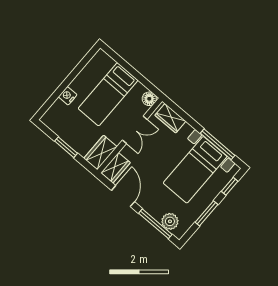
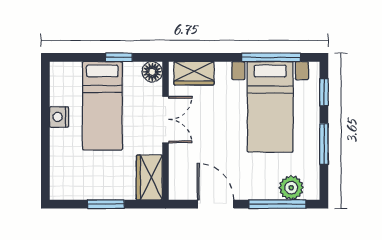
window: (138, 76) -> (119, 57), added
nightstand: (68, 96) -> (59, 117), moved
wardrobe: (115, 168) -> (180, 180), removed

